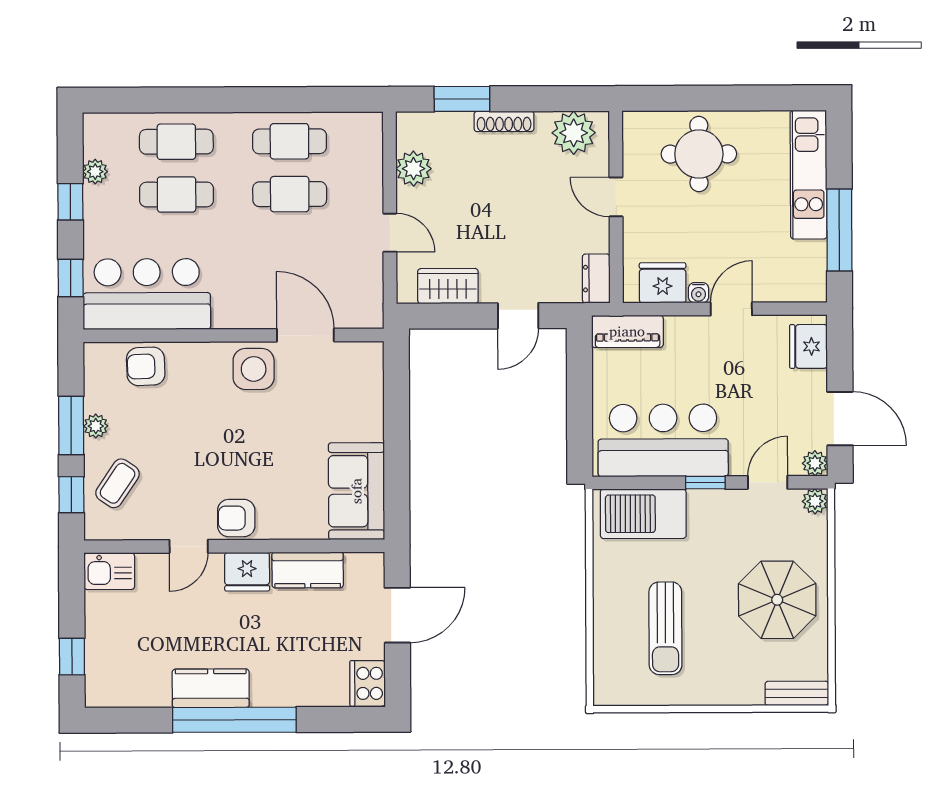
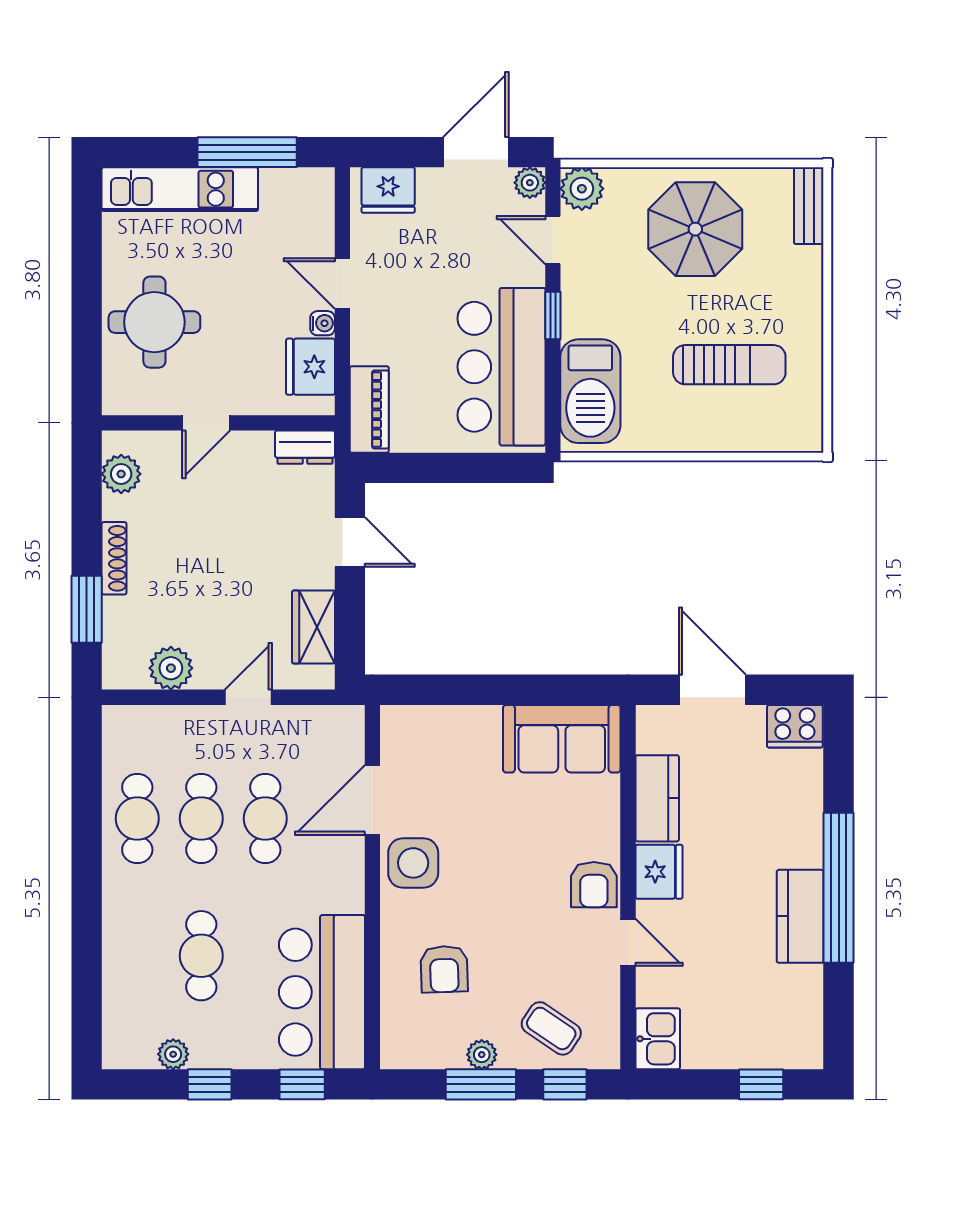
plant: (574, 133) -> (121, 474), width x0.73, depth x0.73
cafe table: (176, 142) -> (265, 819), moved
armchair: (146, 366) -> (444, 969), moved
plant: (815, 501) -> (582, 189), width x1.38, depth x1.38

